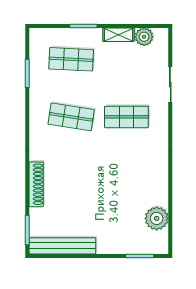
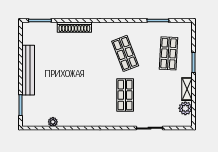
shop shelf: (71, 117) -> (125, 53), turned -30
plant: (157, 218) -> (53, 122), width x0.53, depth x0.53
bench: (62, 246) -> (28, 70), moved

